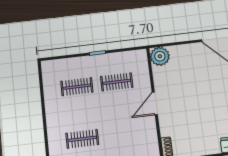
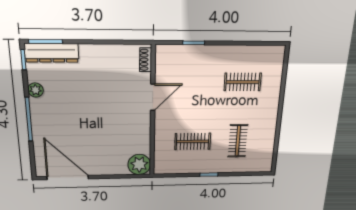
clothes rail: (77, 87) -> (238, 141), turned 90
door: (155, 103) -> (153, 97), moved

